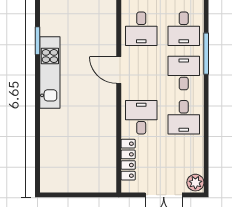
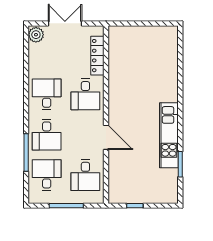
desk: (141, 29) -> (85, 175), turned 180

